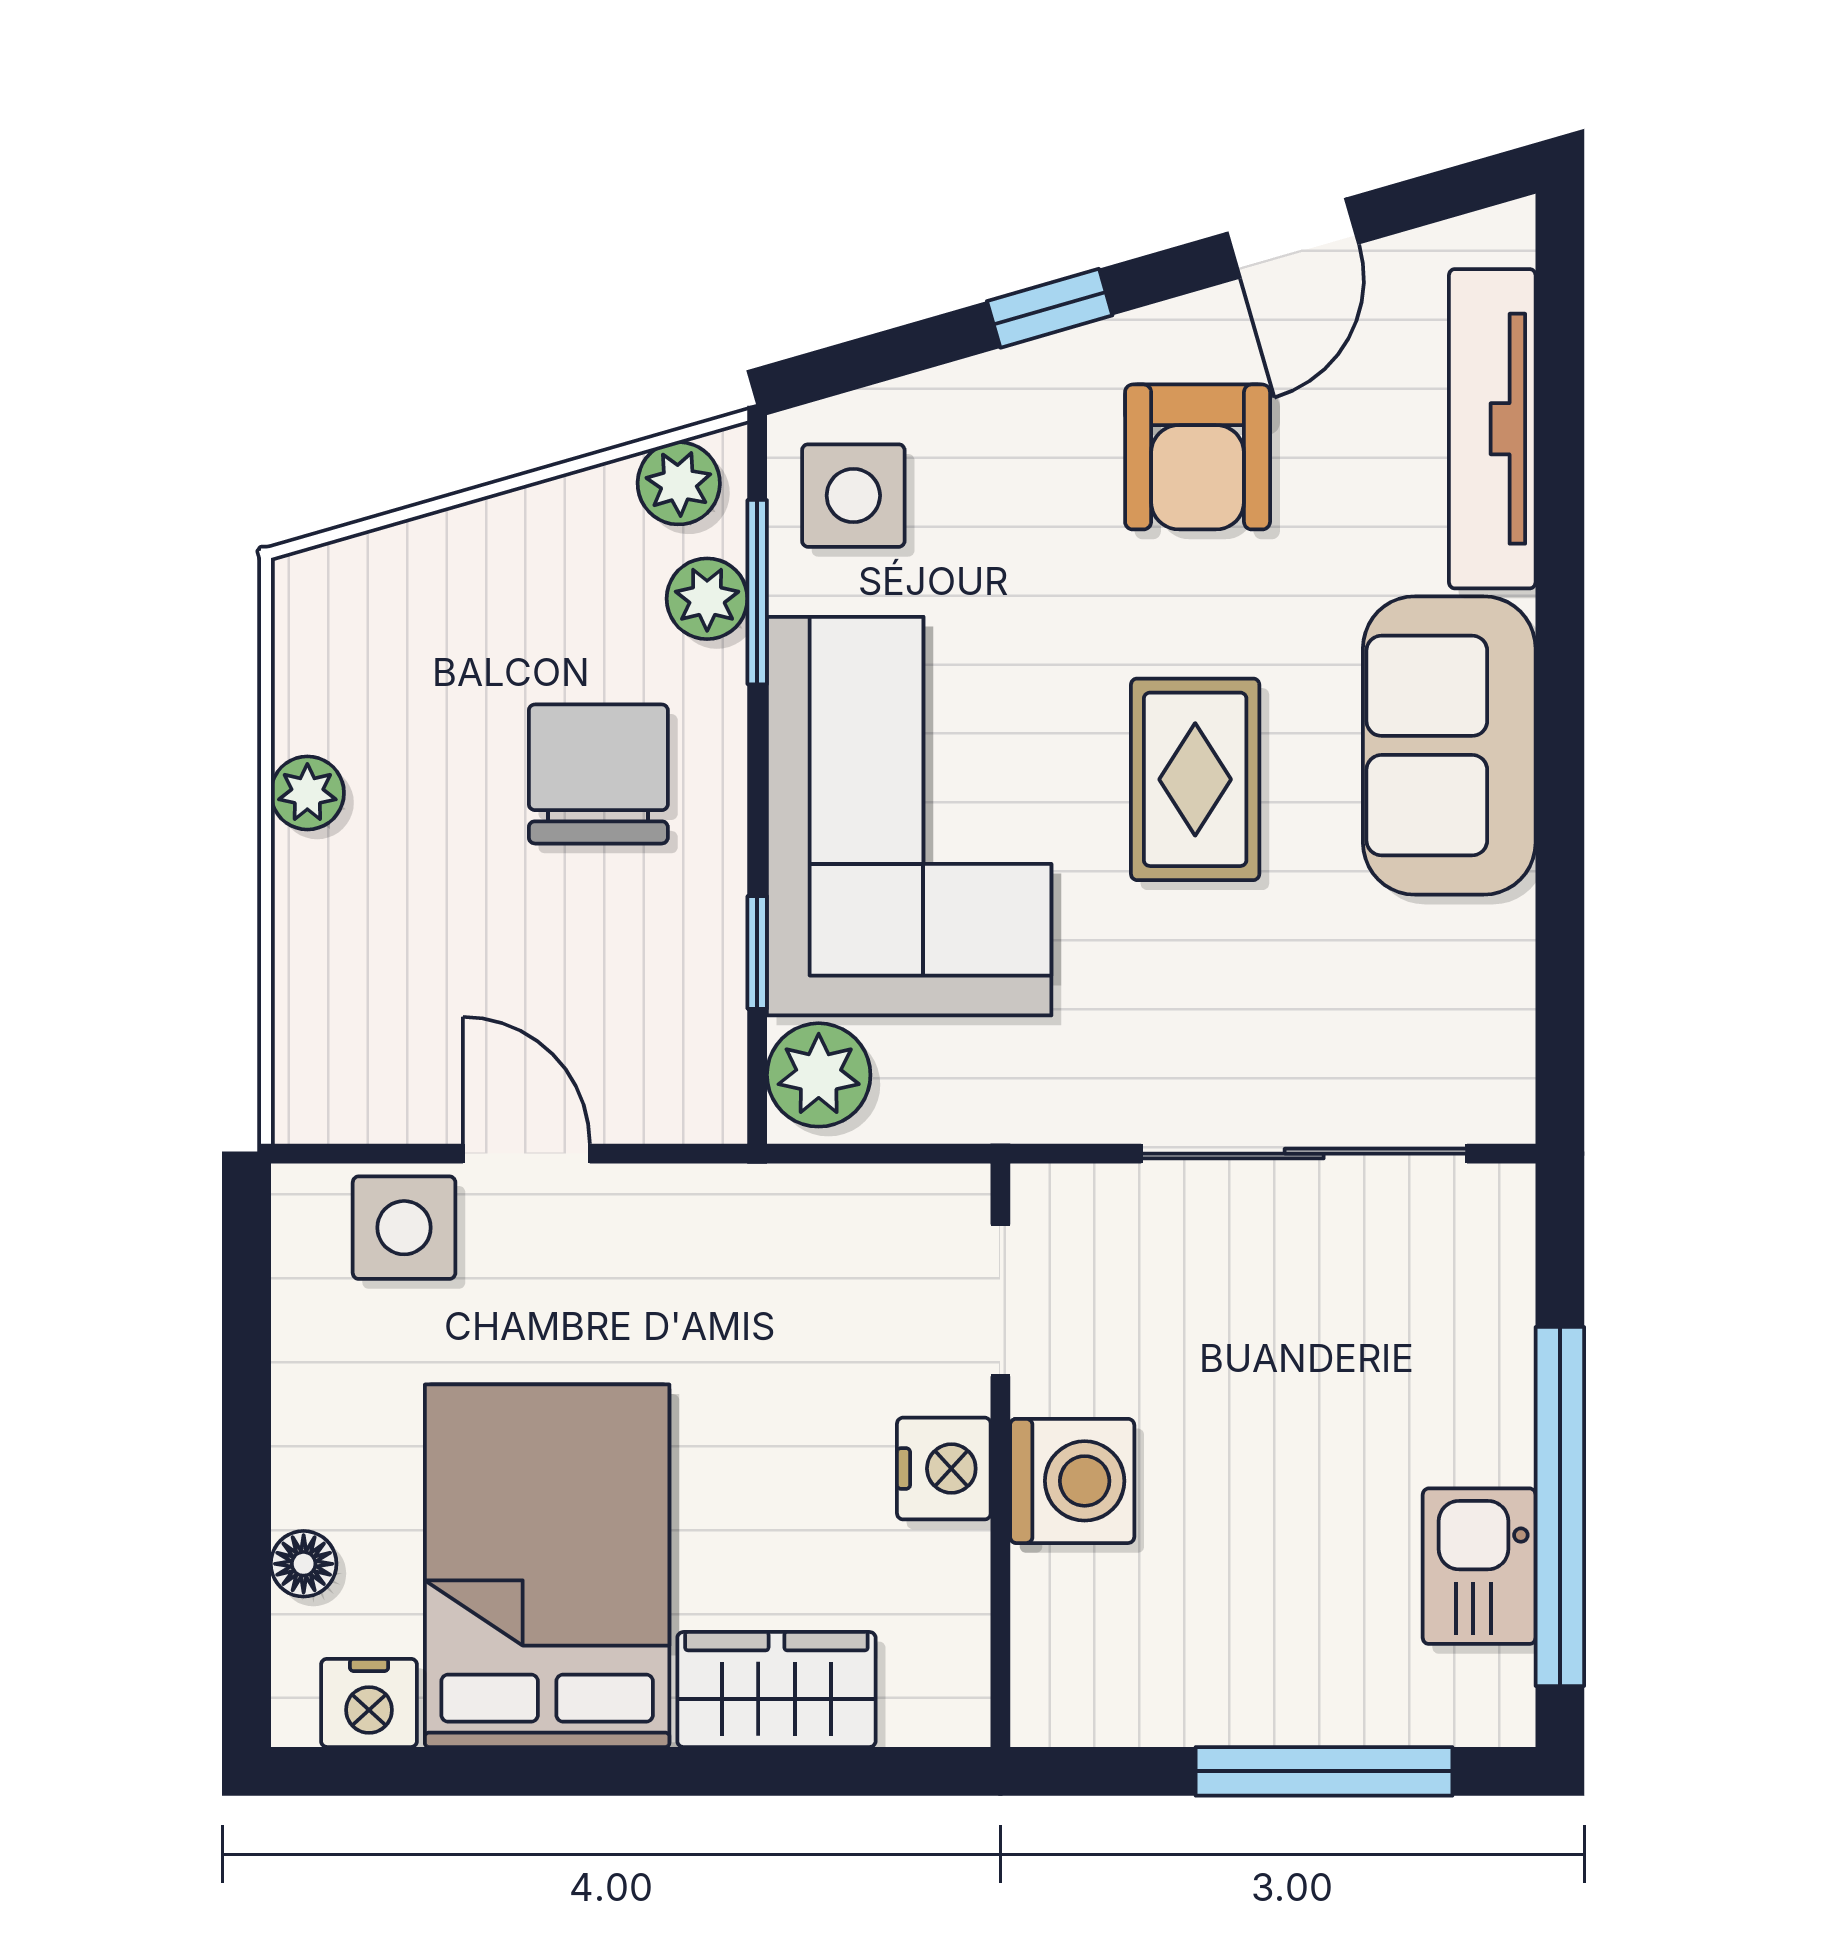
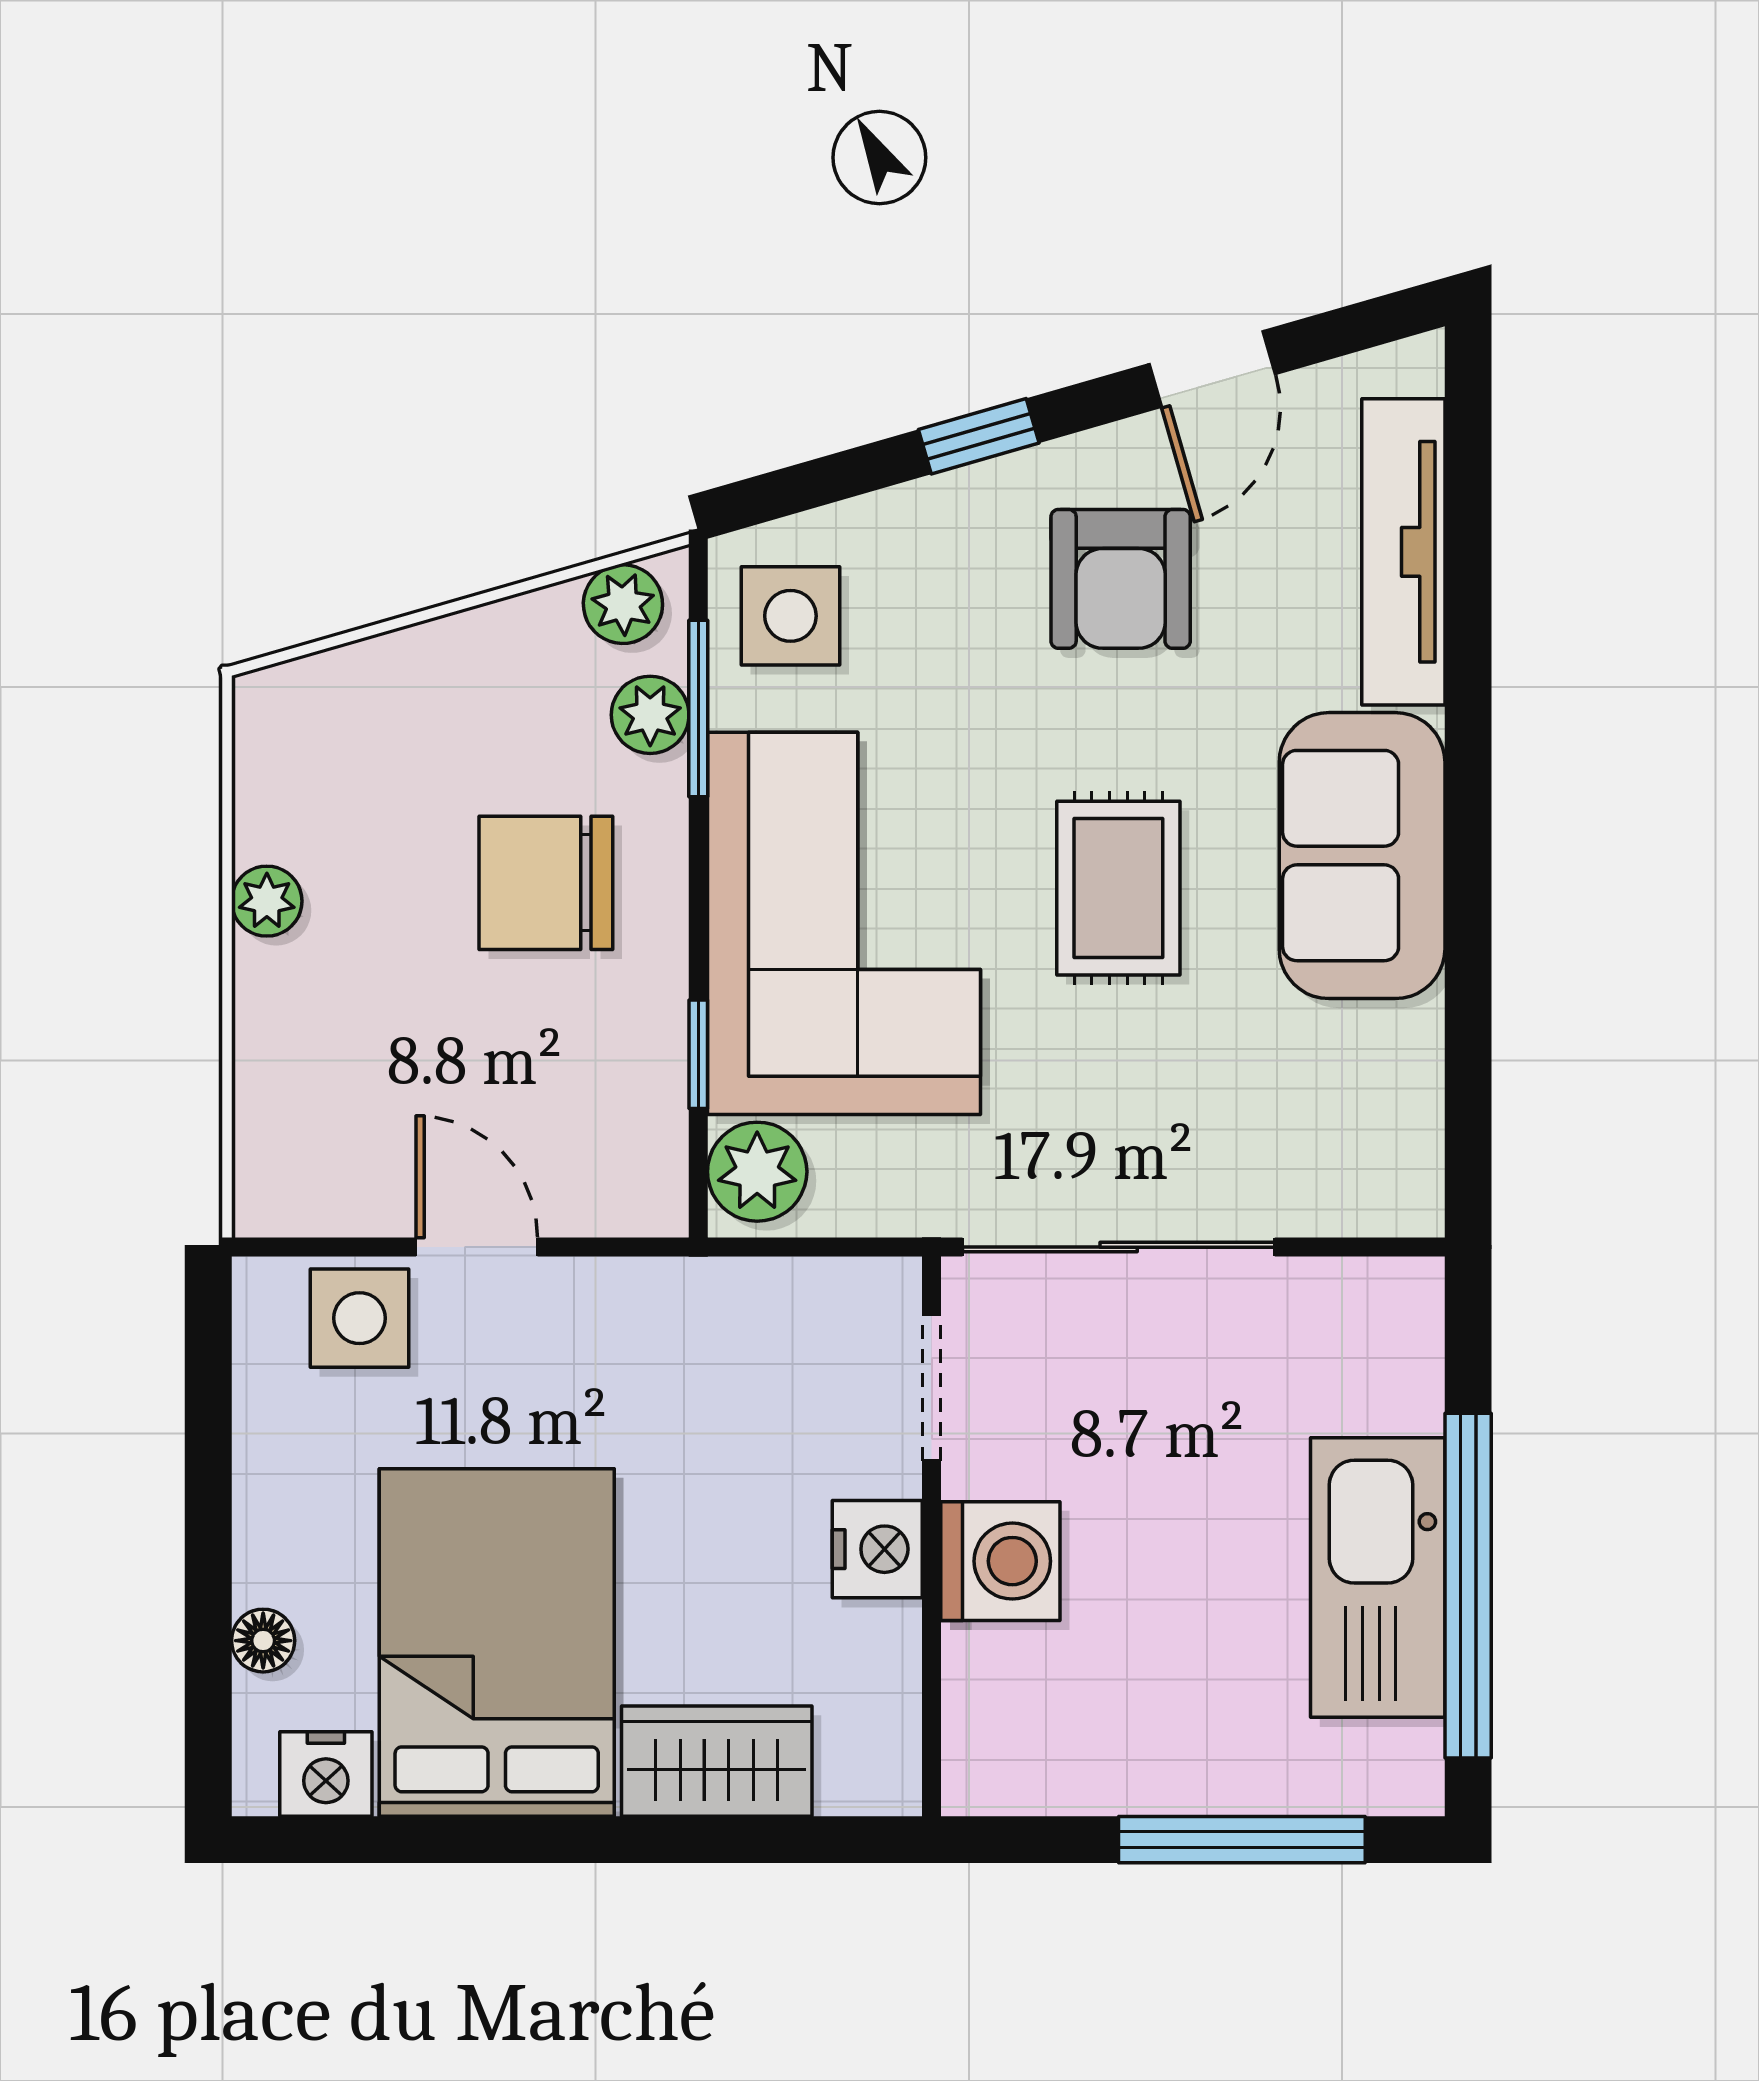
chair: (598, 774) -> (546, 883), turned -90
sliding door: (1304, 1154) -> (1119, 1247), moved
kitchen sink: (1479, 1566) -> (1378, 1578), width x1.88, depth x1.24

